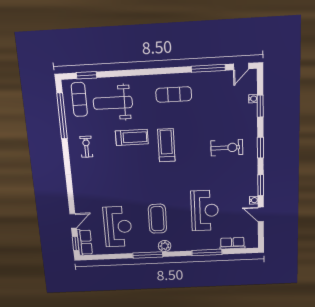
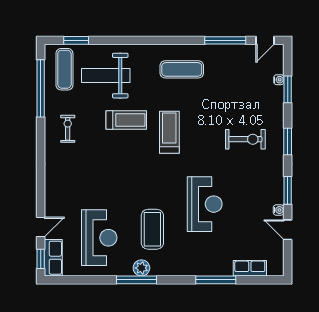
reception desk: (205, 211) -> (205, 204), moved
plant: (165, 246) -> (141, 268), moved

